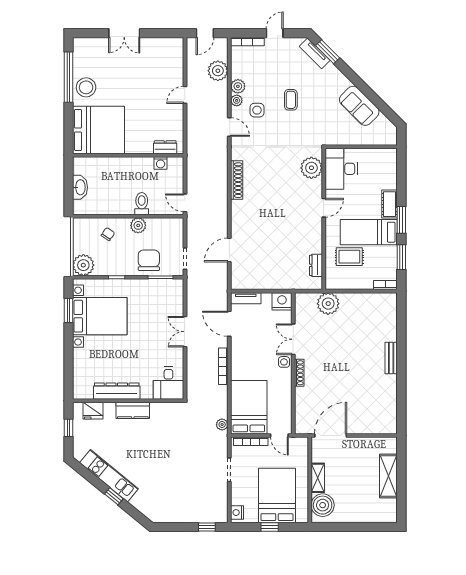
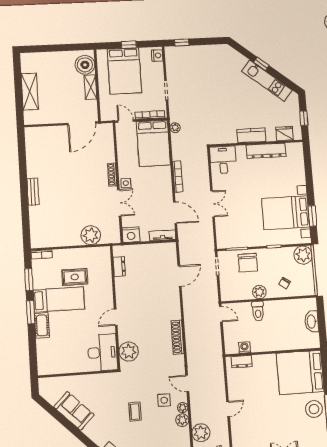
plant: (311, 168) -> (129, 351), moved
desk: (341, 169) -> (103, 352), moved
door: (324, 208) -> (116, 317), moved
wall: (324, 219) -> (115, 307), moved
dresser: (316, 265) -> (119, 267), moved

